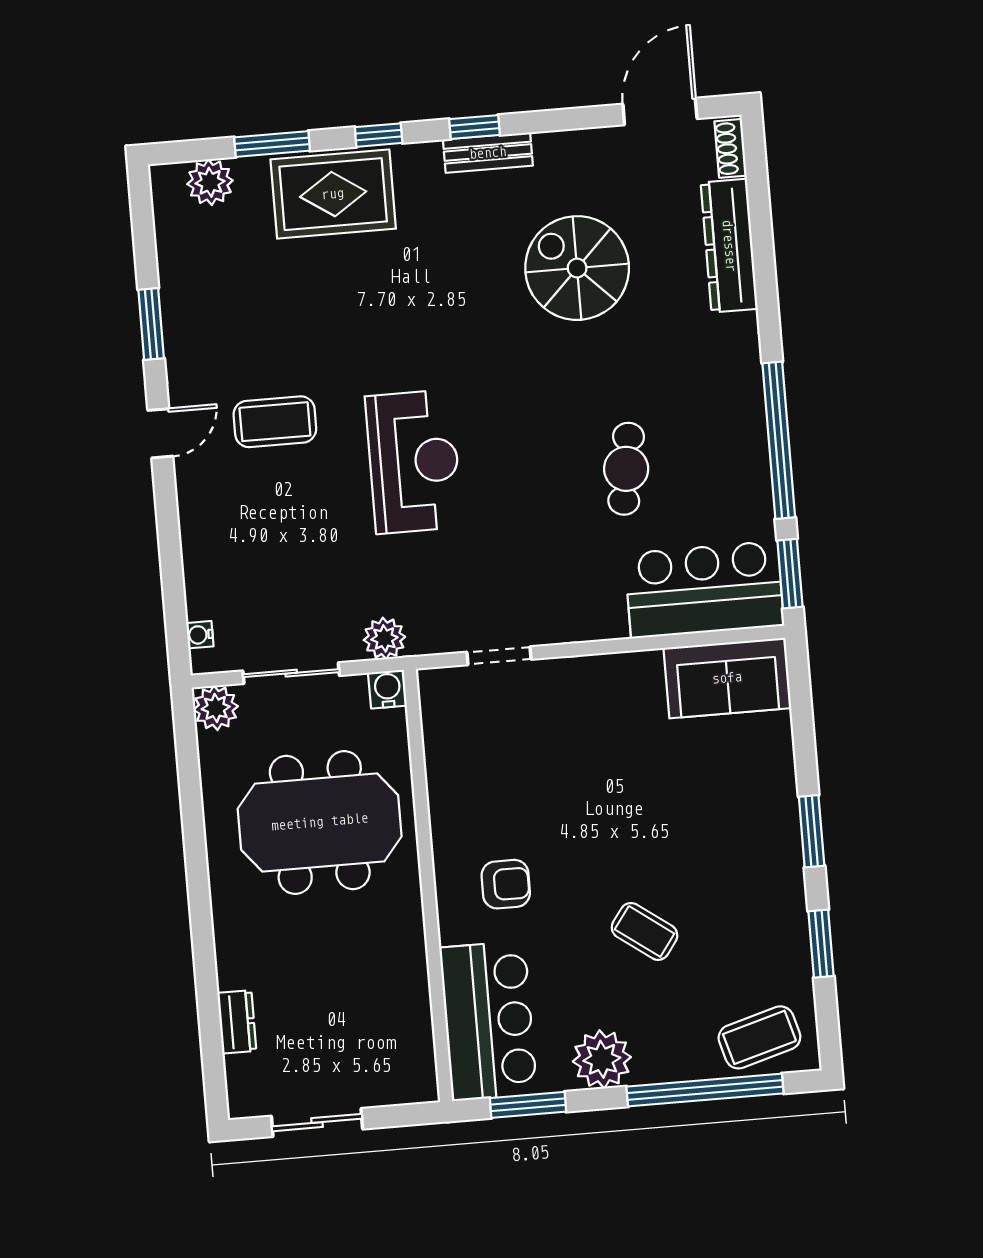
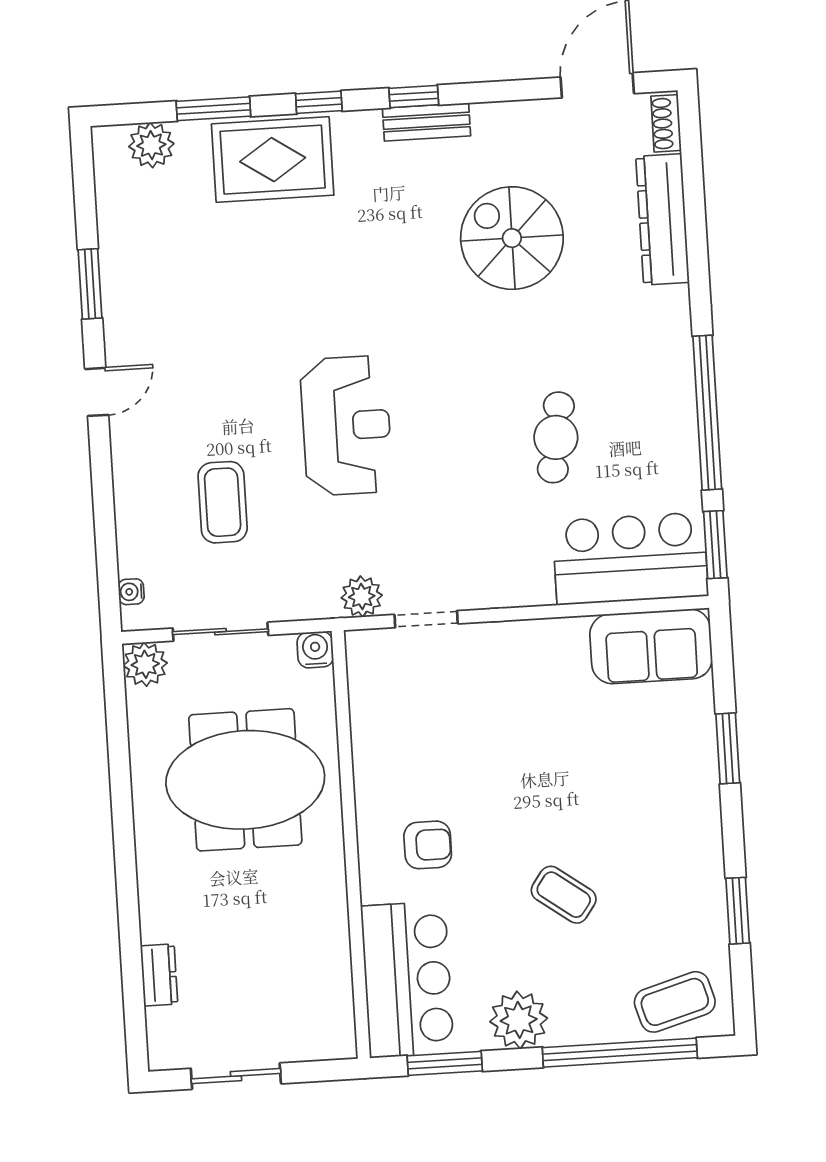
coffee table: (275, 422) -> (223, 502), moved, turned 90
plant: (384, 638) -> (362, 597), moved
window: (812, 831) -> (728, 748), moved

